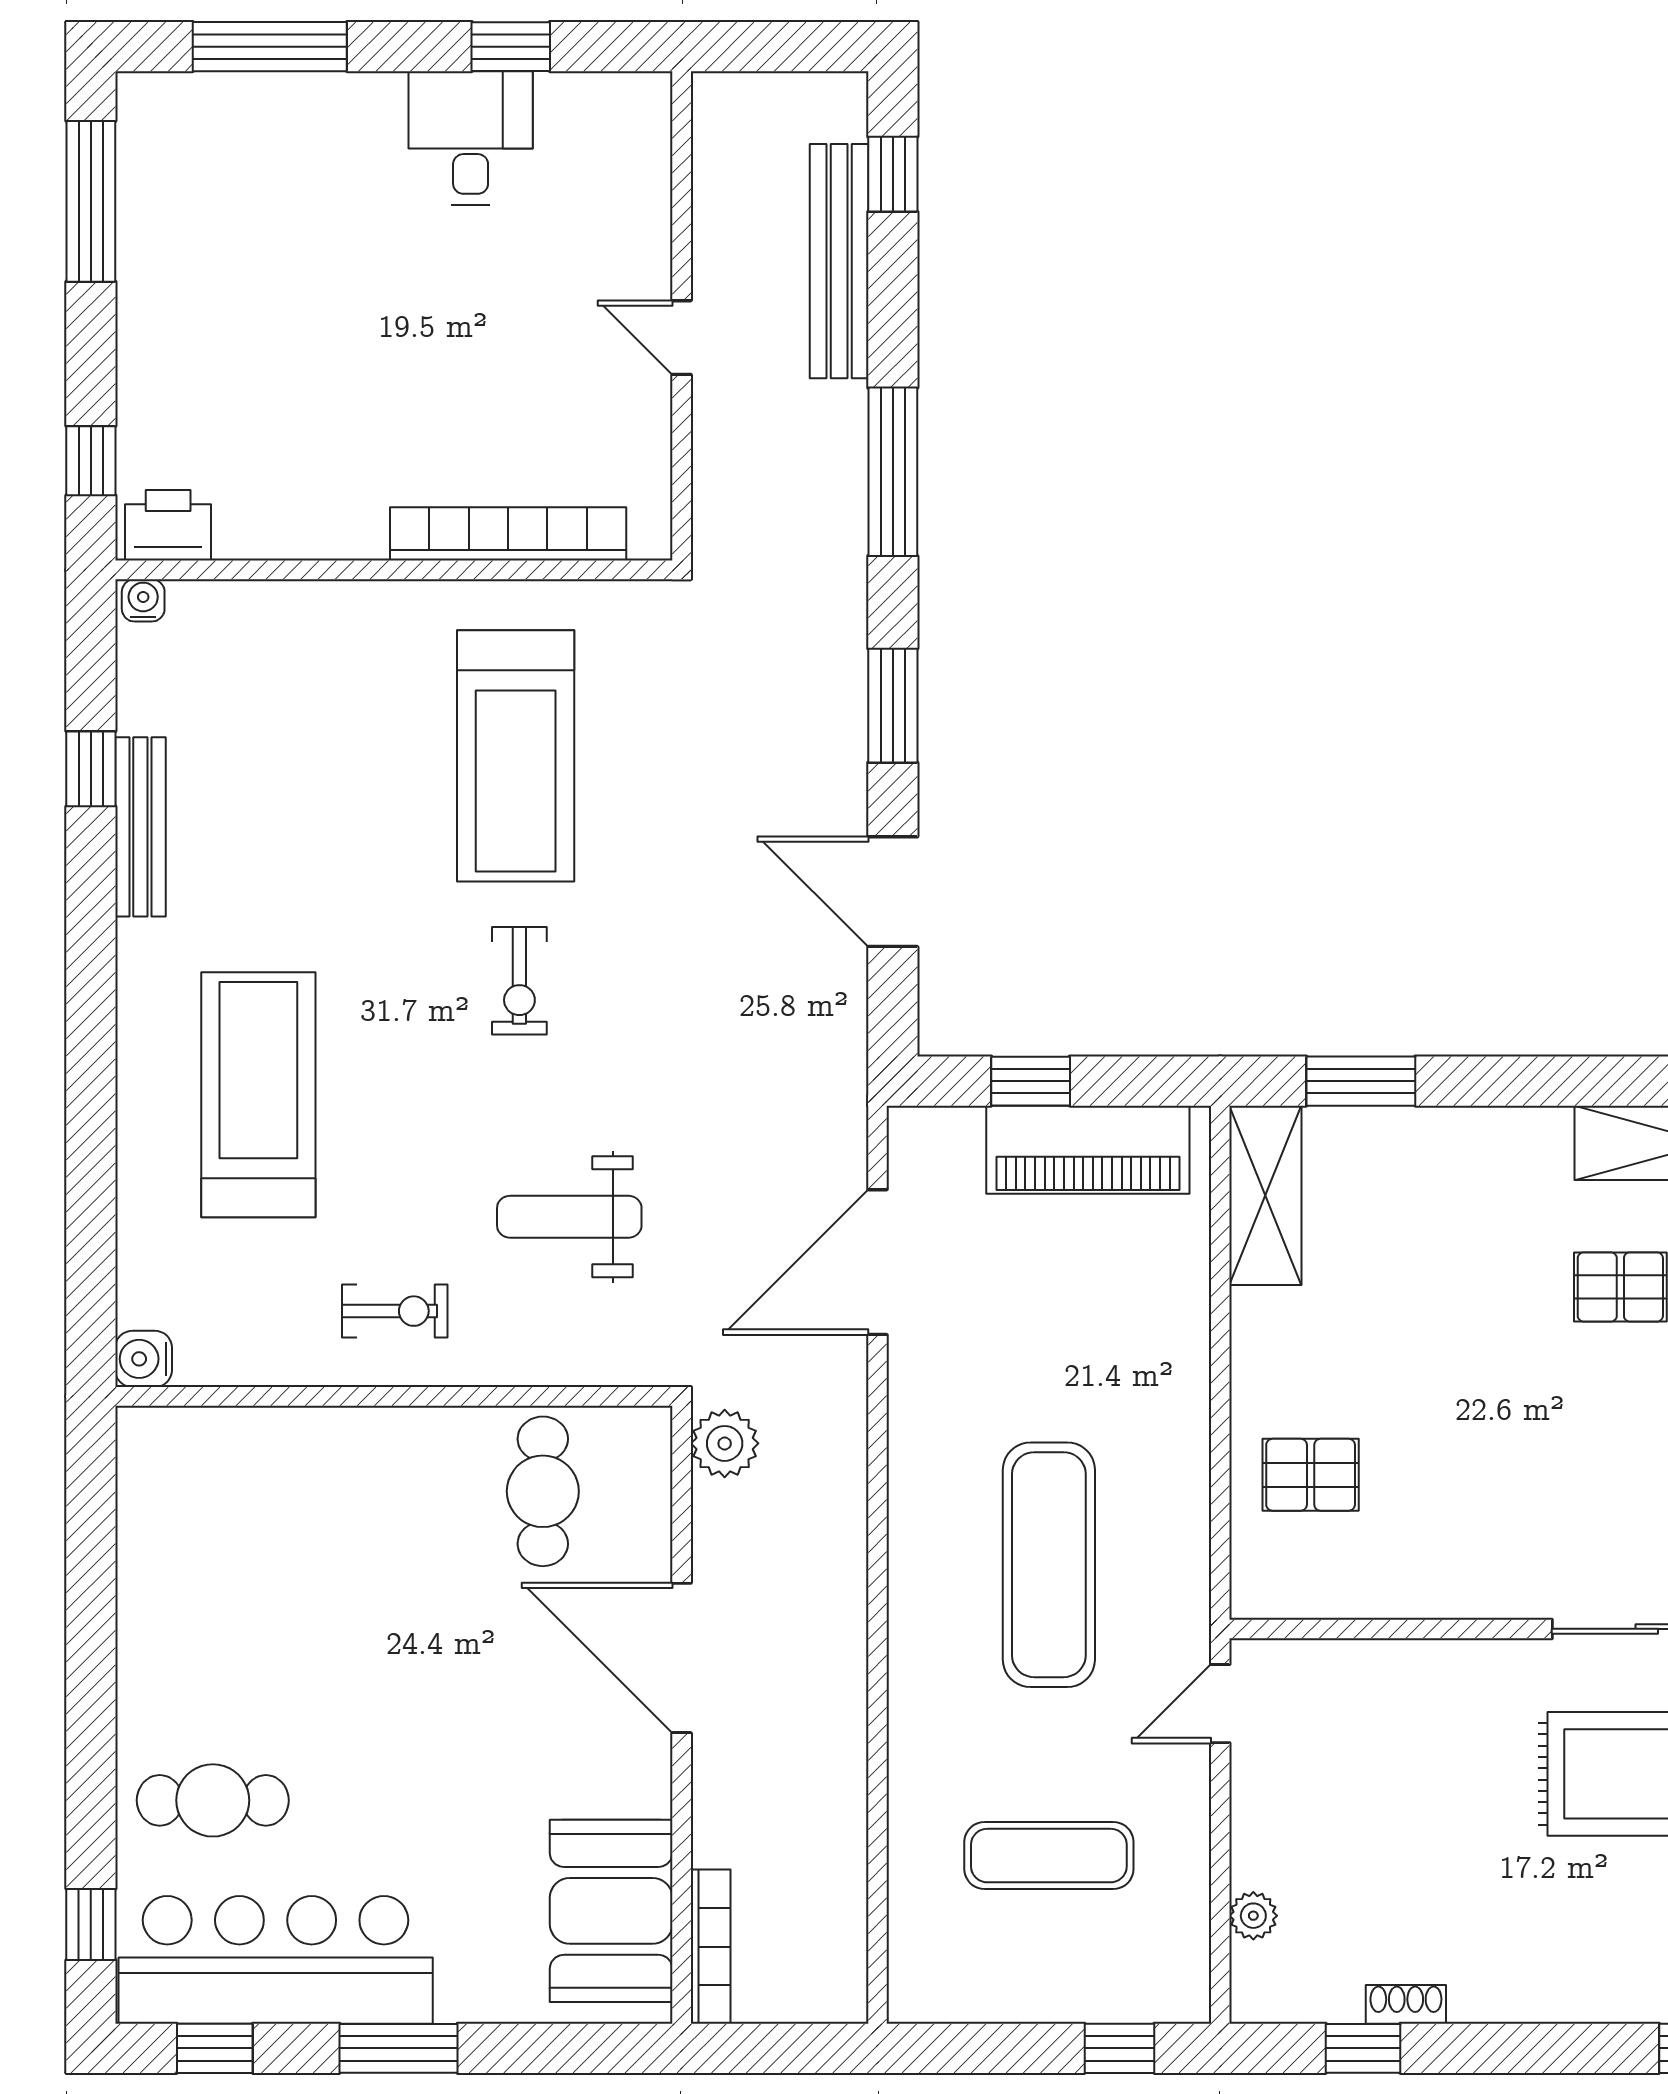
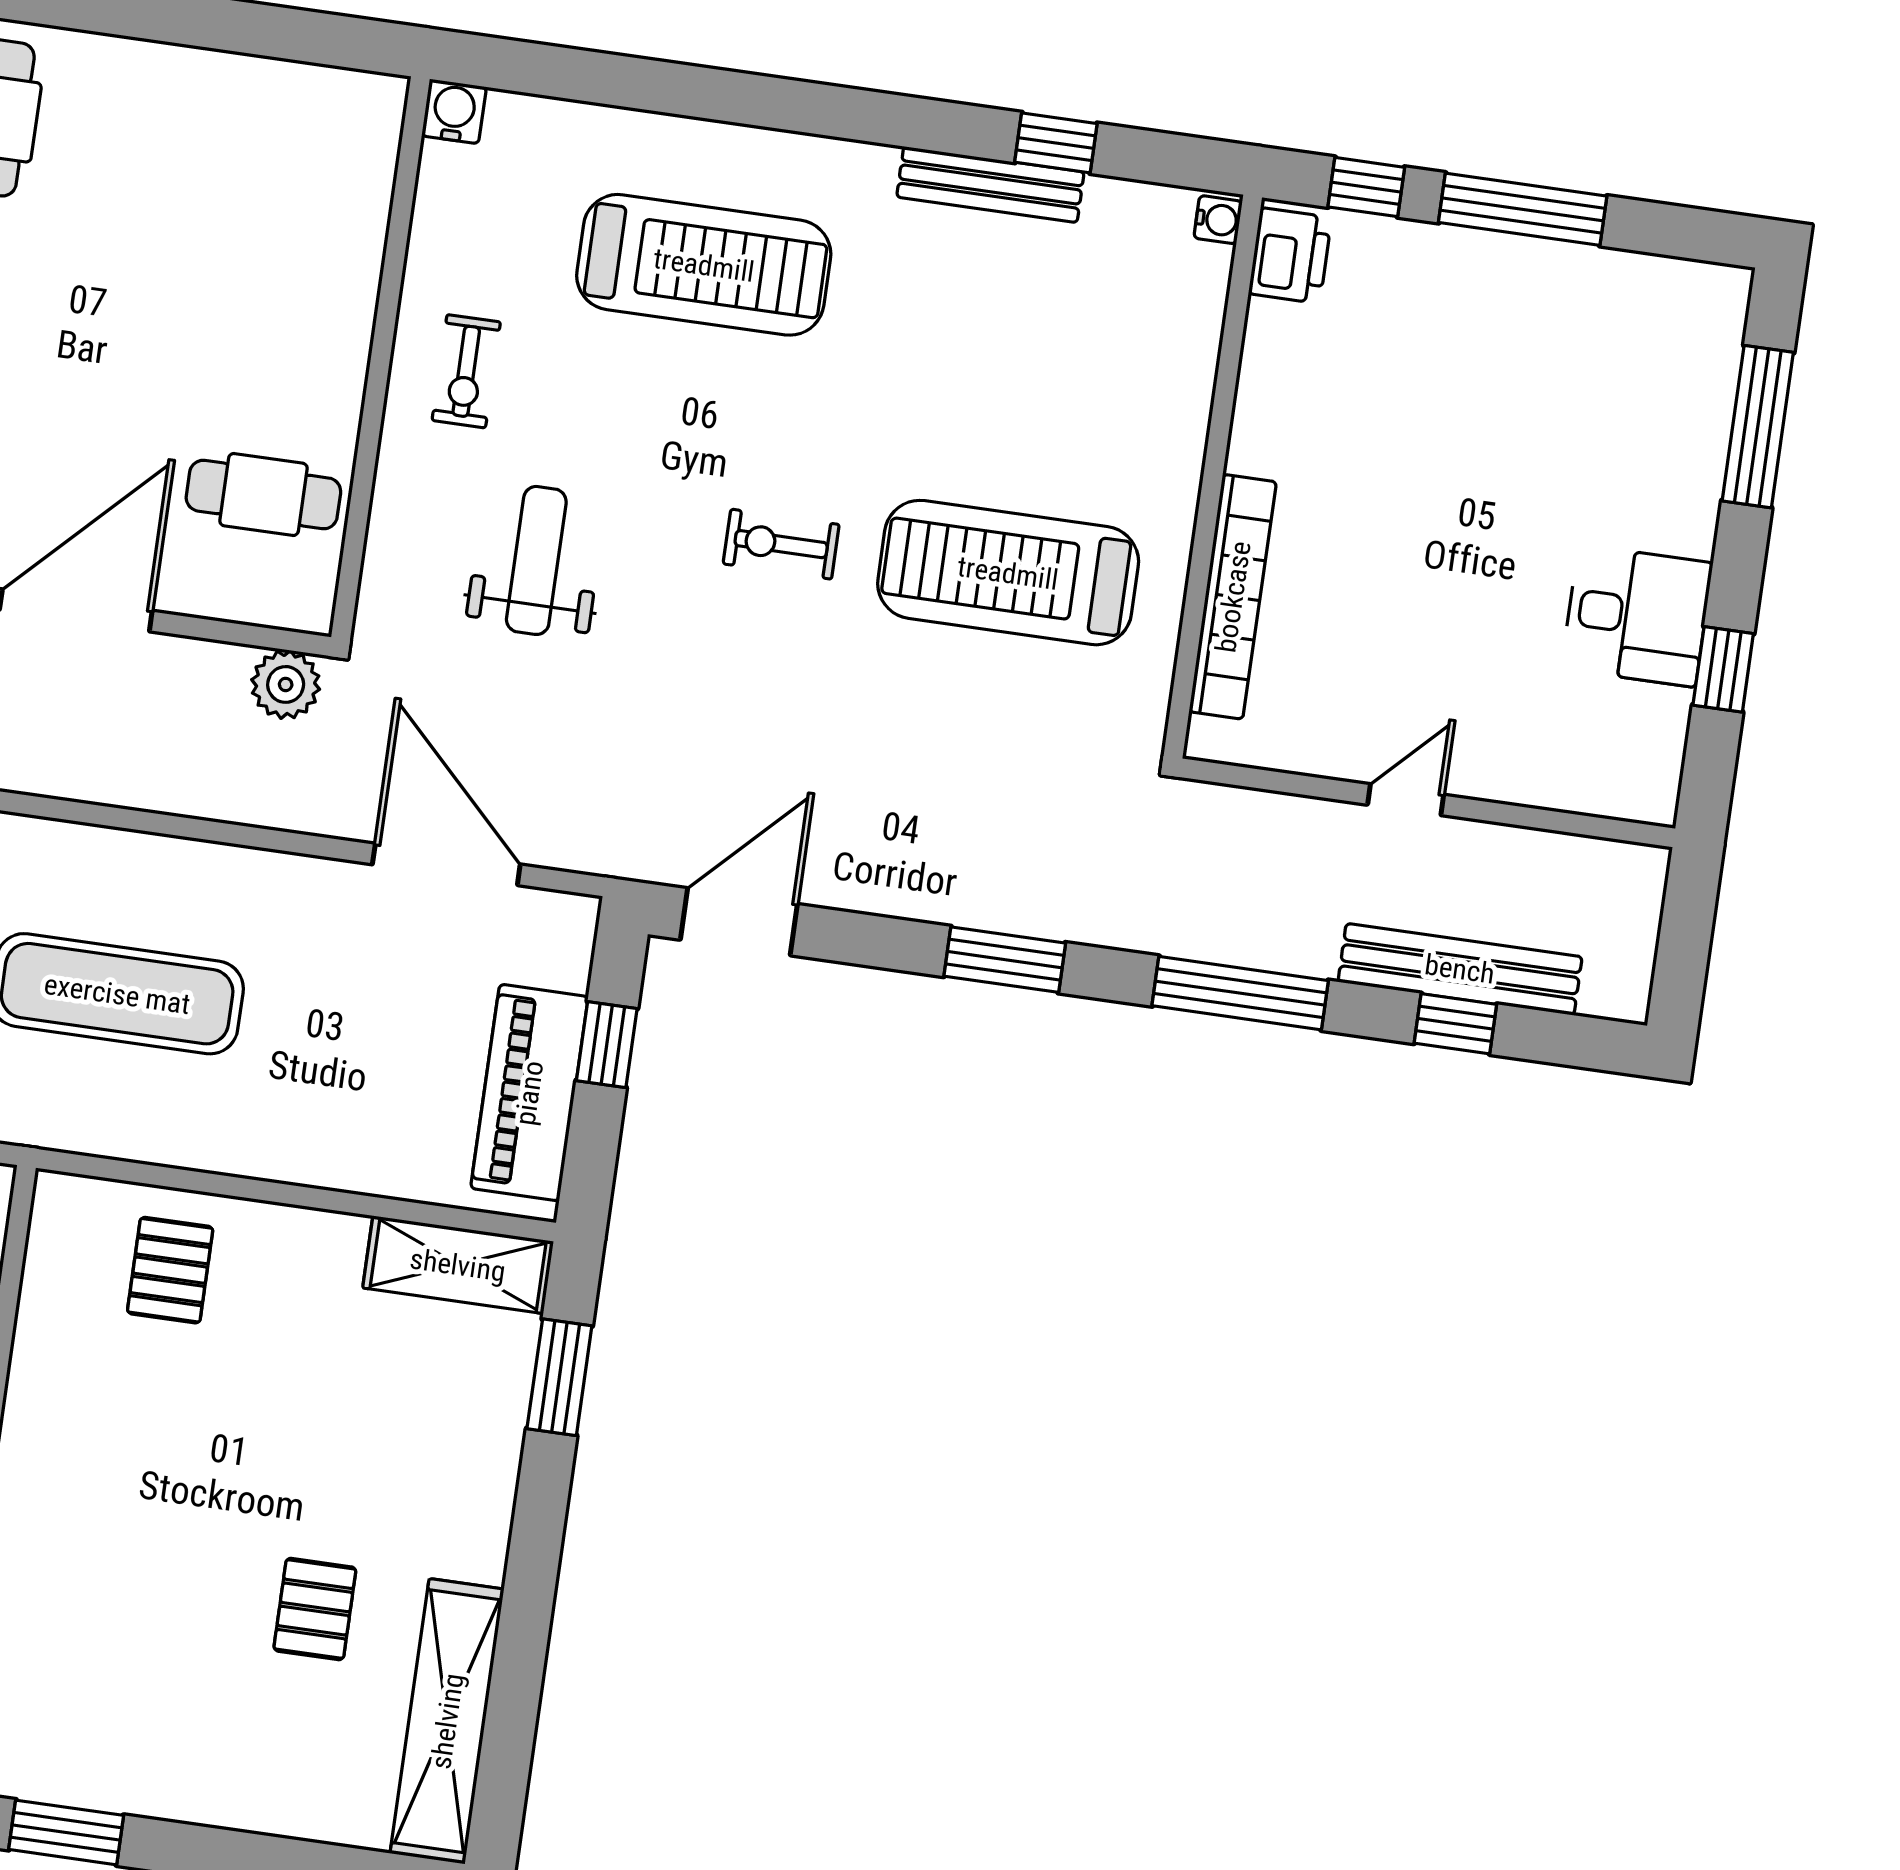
window: (893, 174) -> (1455, 1024), moved
window: (91, 201) -> (1523, 209), moved
door: (893, 892) -> (739, 922), moved

